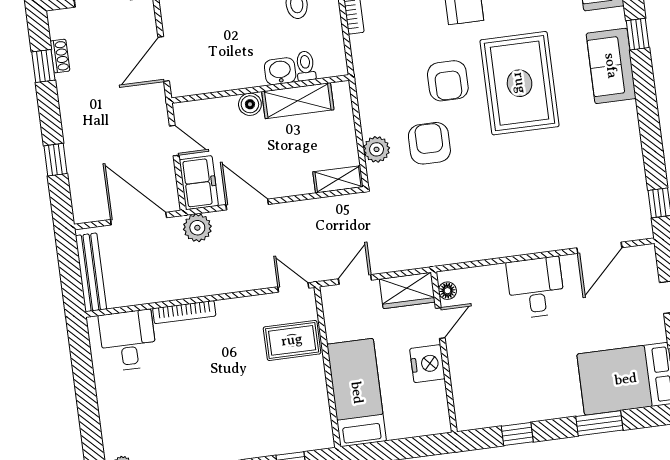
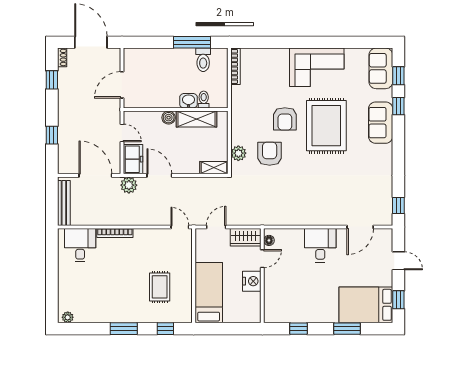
shoe rack: (60, 56) -> (62, 57), moved
rug: (292, 340) -> (160, 287), moved, turned 90

